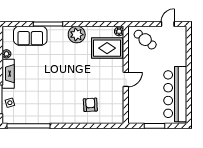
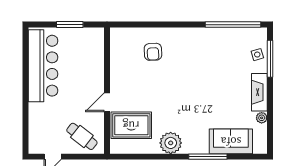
plant: (119, 31) -> (116, 147), removed
door: (126, 79) -> (107, 102), moved

